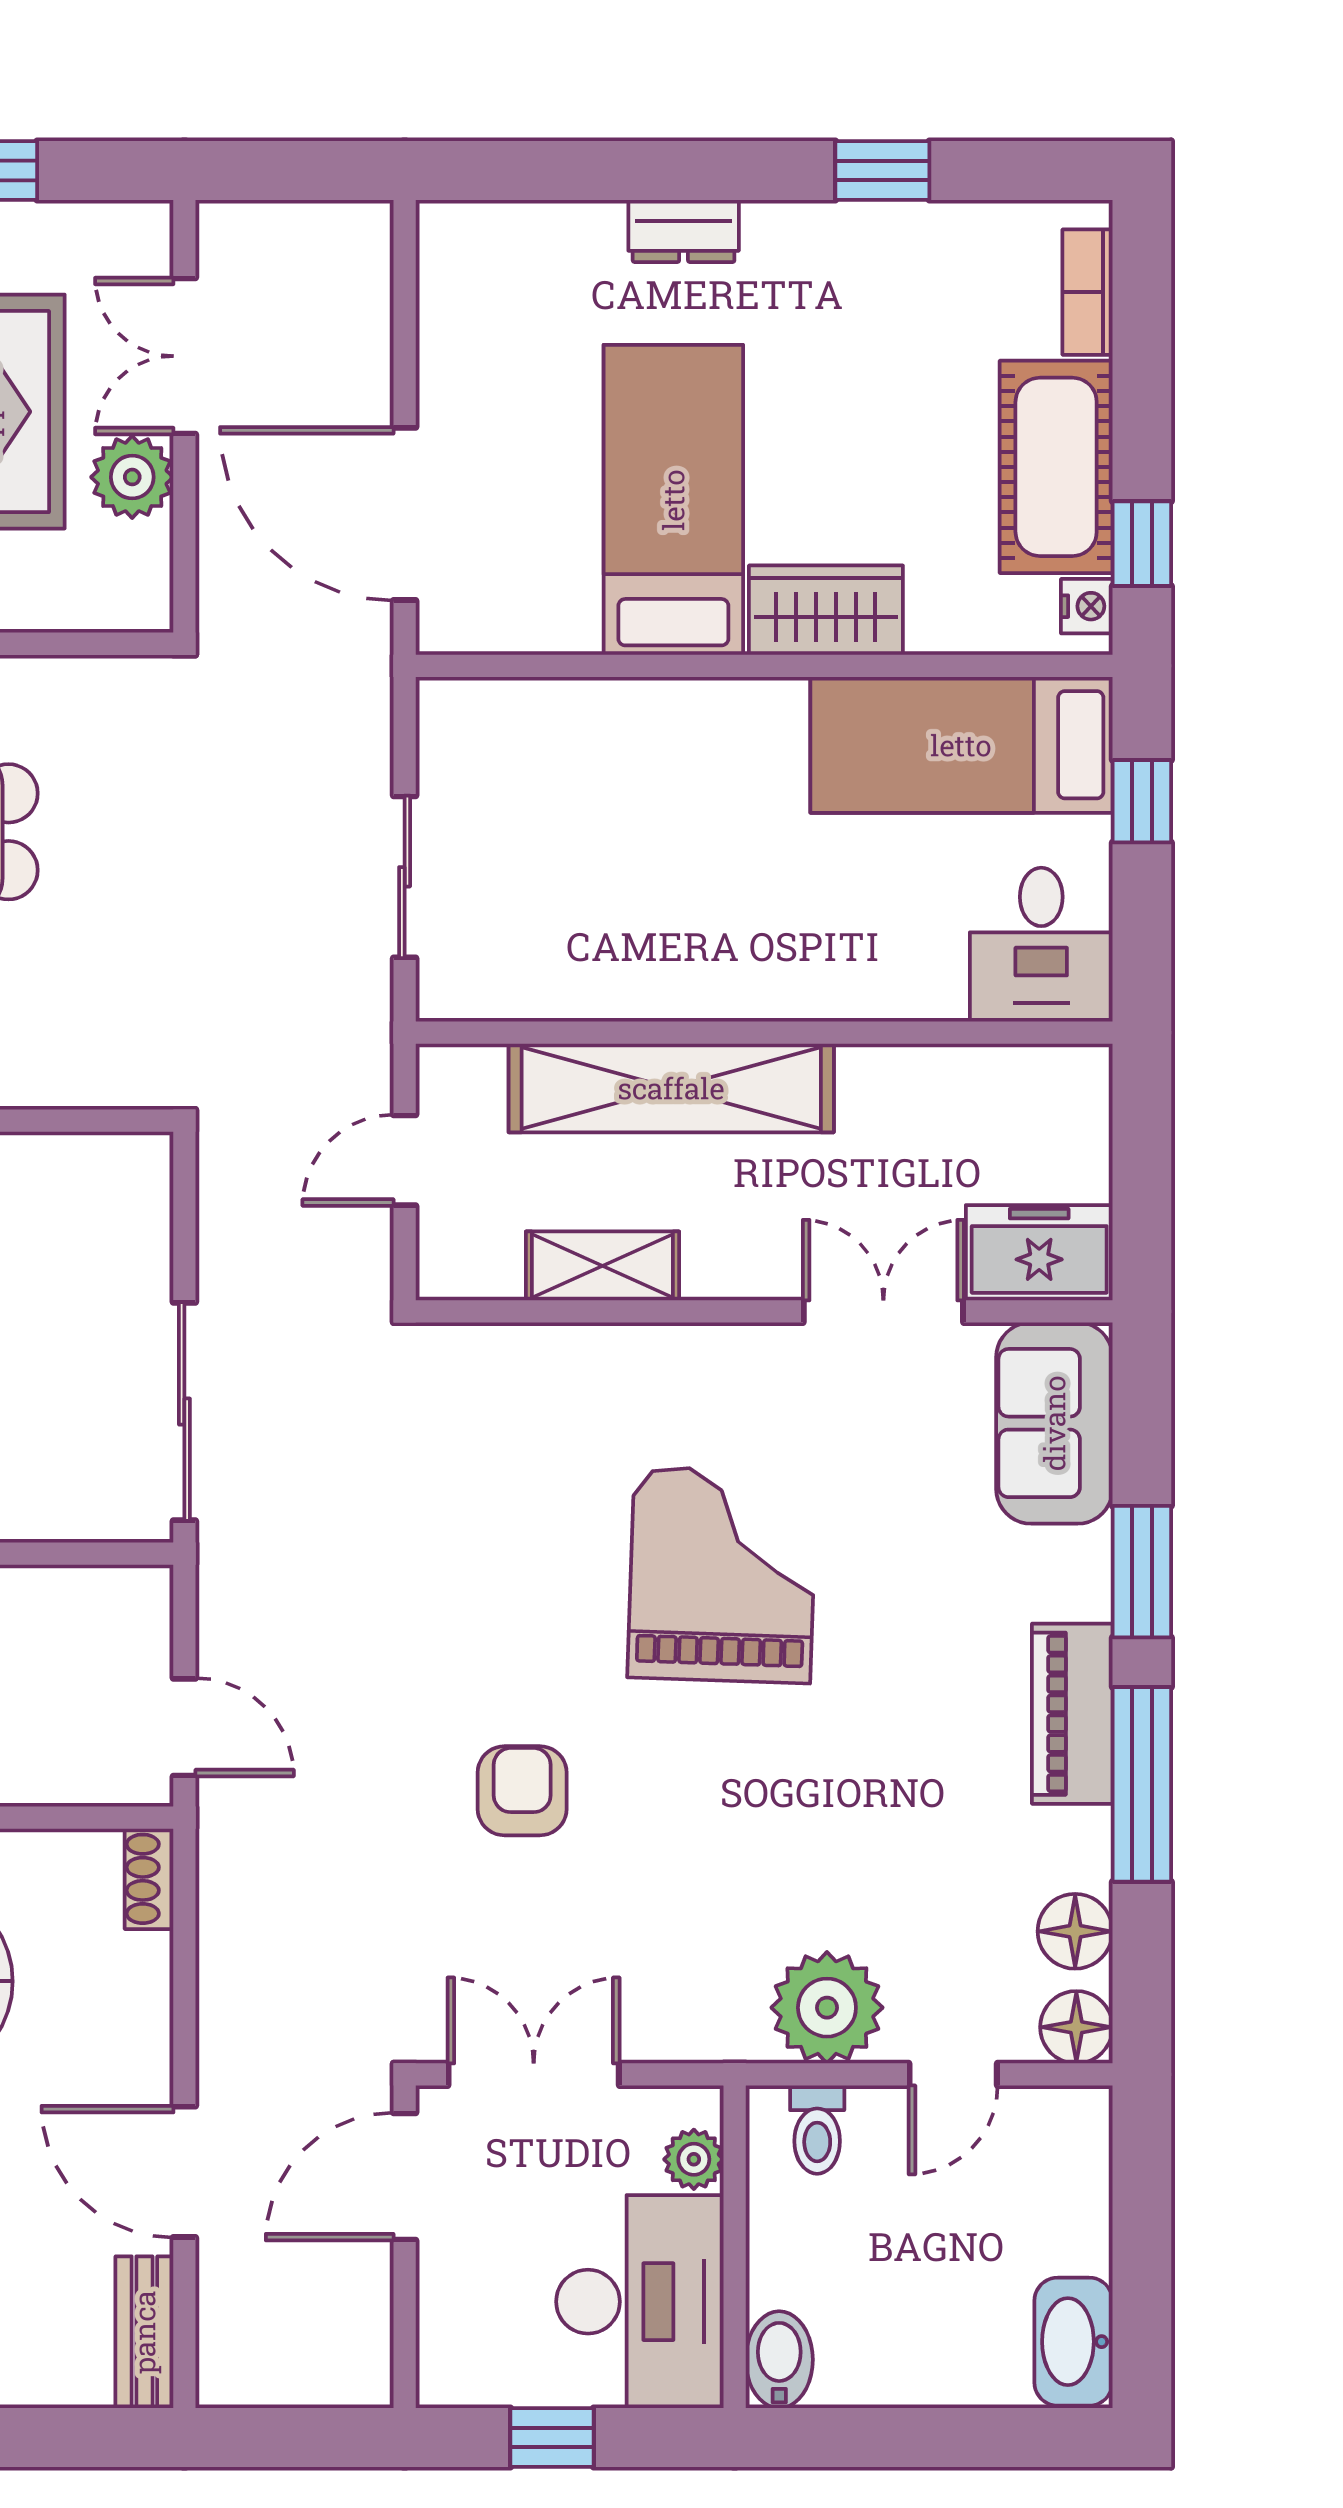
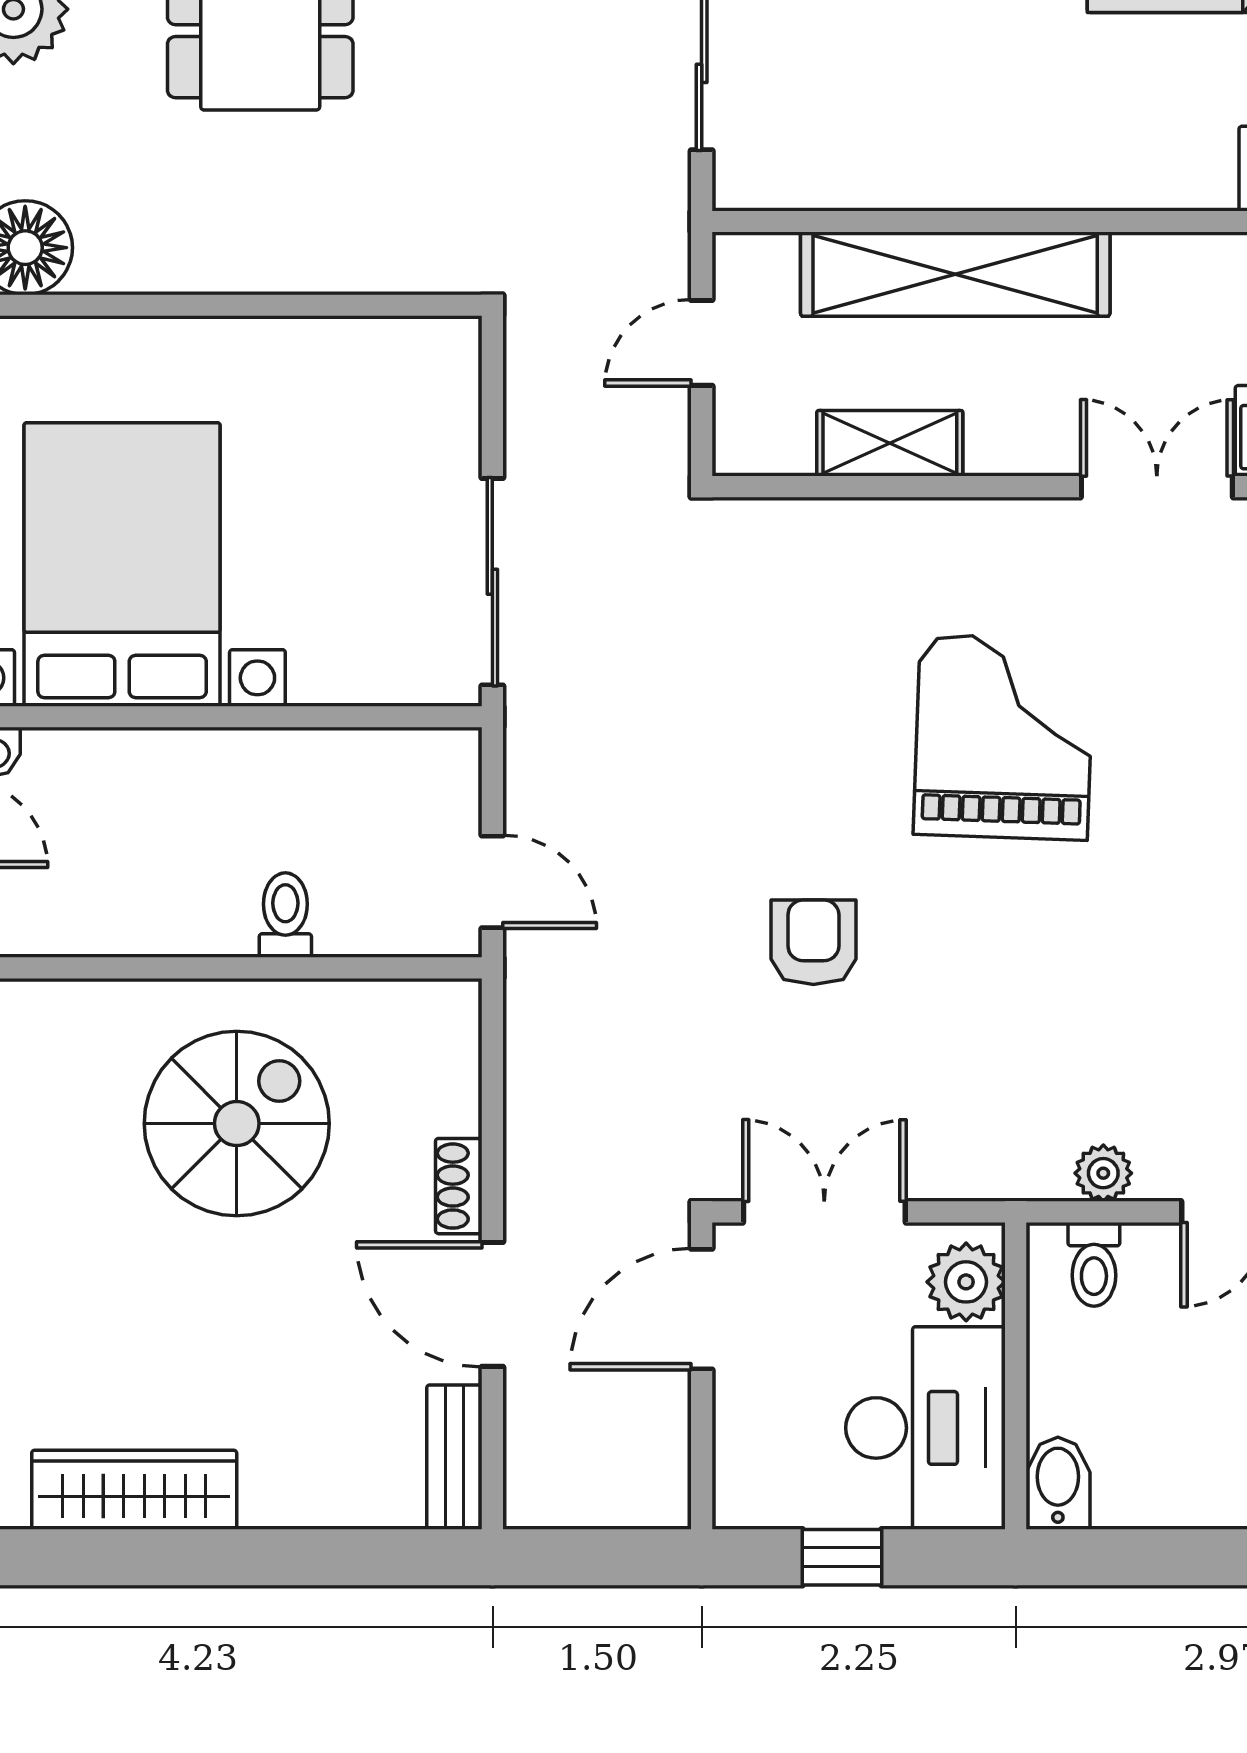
shoe rack: (149, 1879) -> (459, 1186), moved
plant: (827, 2008) -> (1103, 1173), width x0.53, depth x0.53
plant: (694, 2159) -> (966, 1282), width x1.38, depth x1.38

